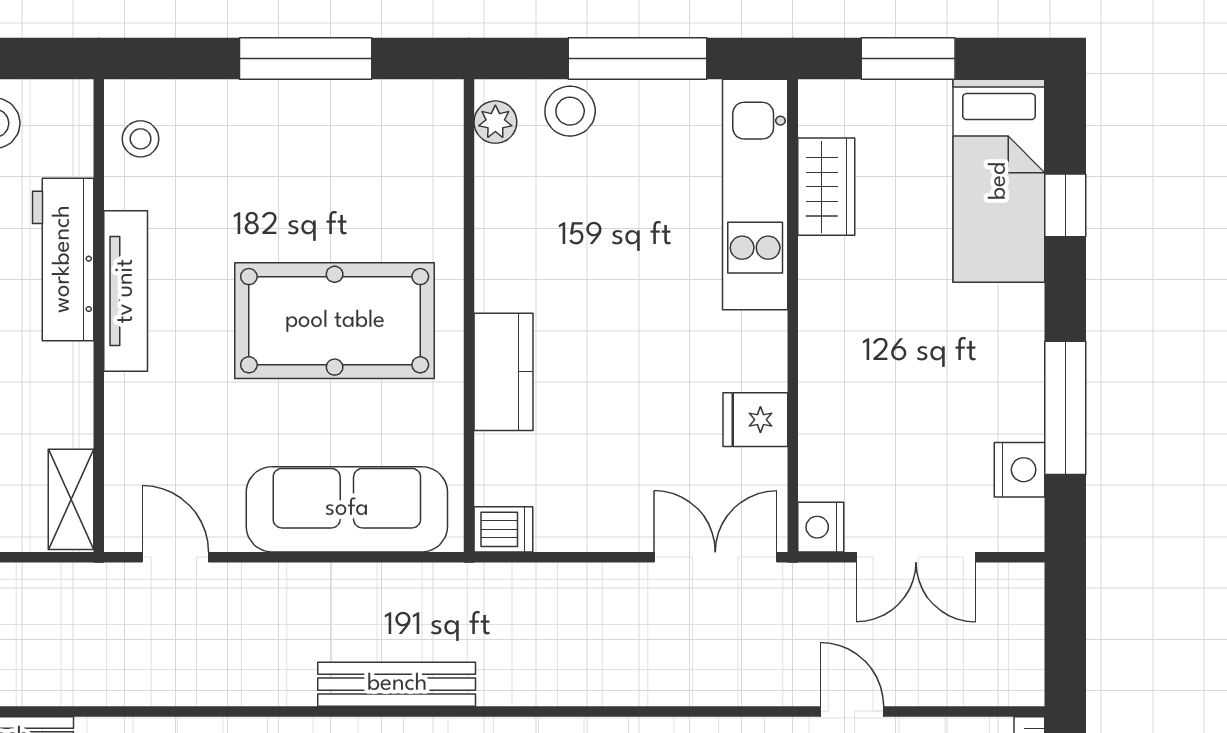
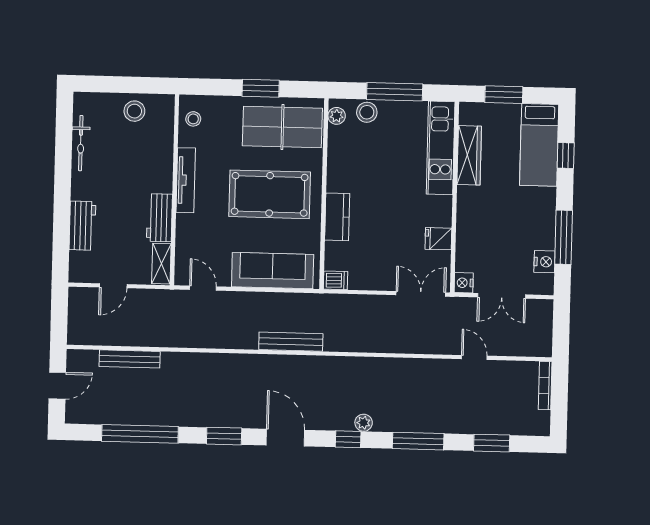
window: (306, 59) -> (261, 88), width x0.69
table tennis table: (362, 153) -> (282, 127), added
wardrobe: (826, 187) -> (469, 155), width x1.50
workbench: (63, 259) -> (159, 218), moved, width x0.73

